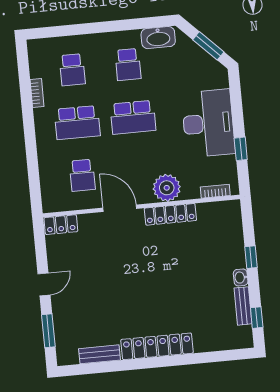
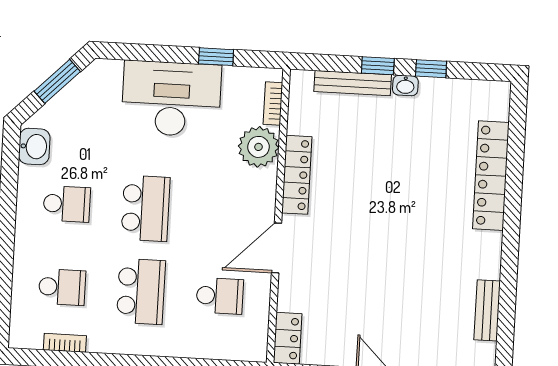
washbasin: (158, 38) -> (34, 146), width x0.72
bookcase: (37, 93) -> (65, 343), moved
plant: (167, 188) -> (258, 147), moved
bench: (243, 306) -> (353, 83), moved, width x1.36
window: (257, 318) -> (431, 69), moved
locker: (157, 346) -> (491, 176), moved

